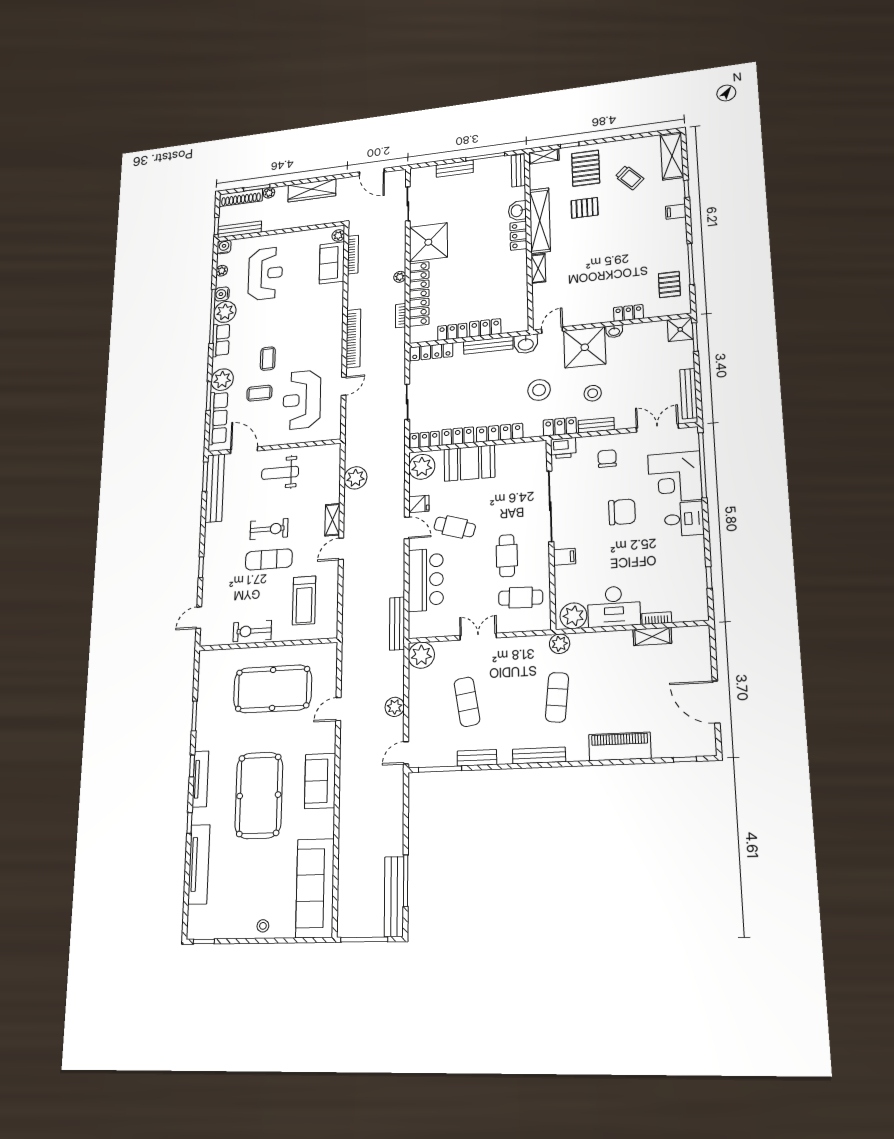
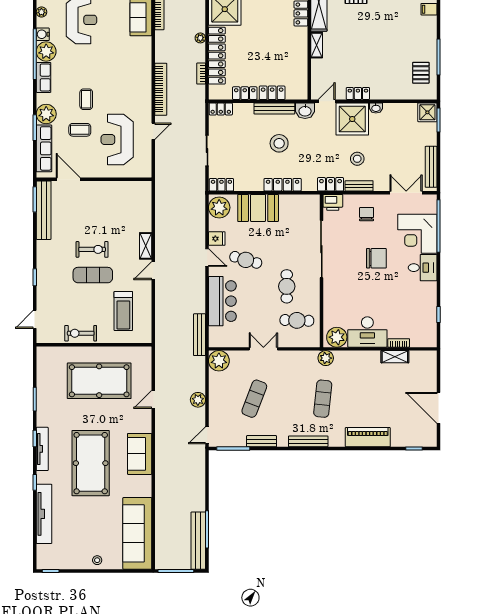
locker: (628, 313) -> (358, 93), moved
locker: (431, 352) -> (221, 109), width x0.66
stool: (539, 390) -> (279, 143), moved
locker: (458, 436) -> (249, 184), removed
weight bench: (280, 473) -> (100, 202), removed
plant: (355, 478) -> (164, 212), removed
filing cabinet: (565, 557) -> (331, 291), removed
exercise mat: (467, 702) -> (254, 399), turned 30

